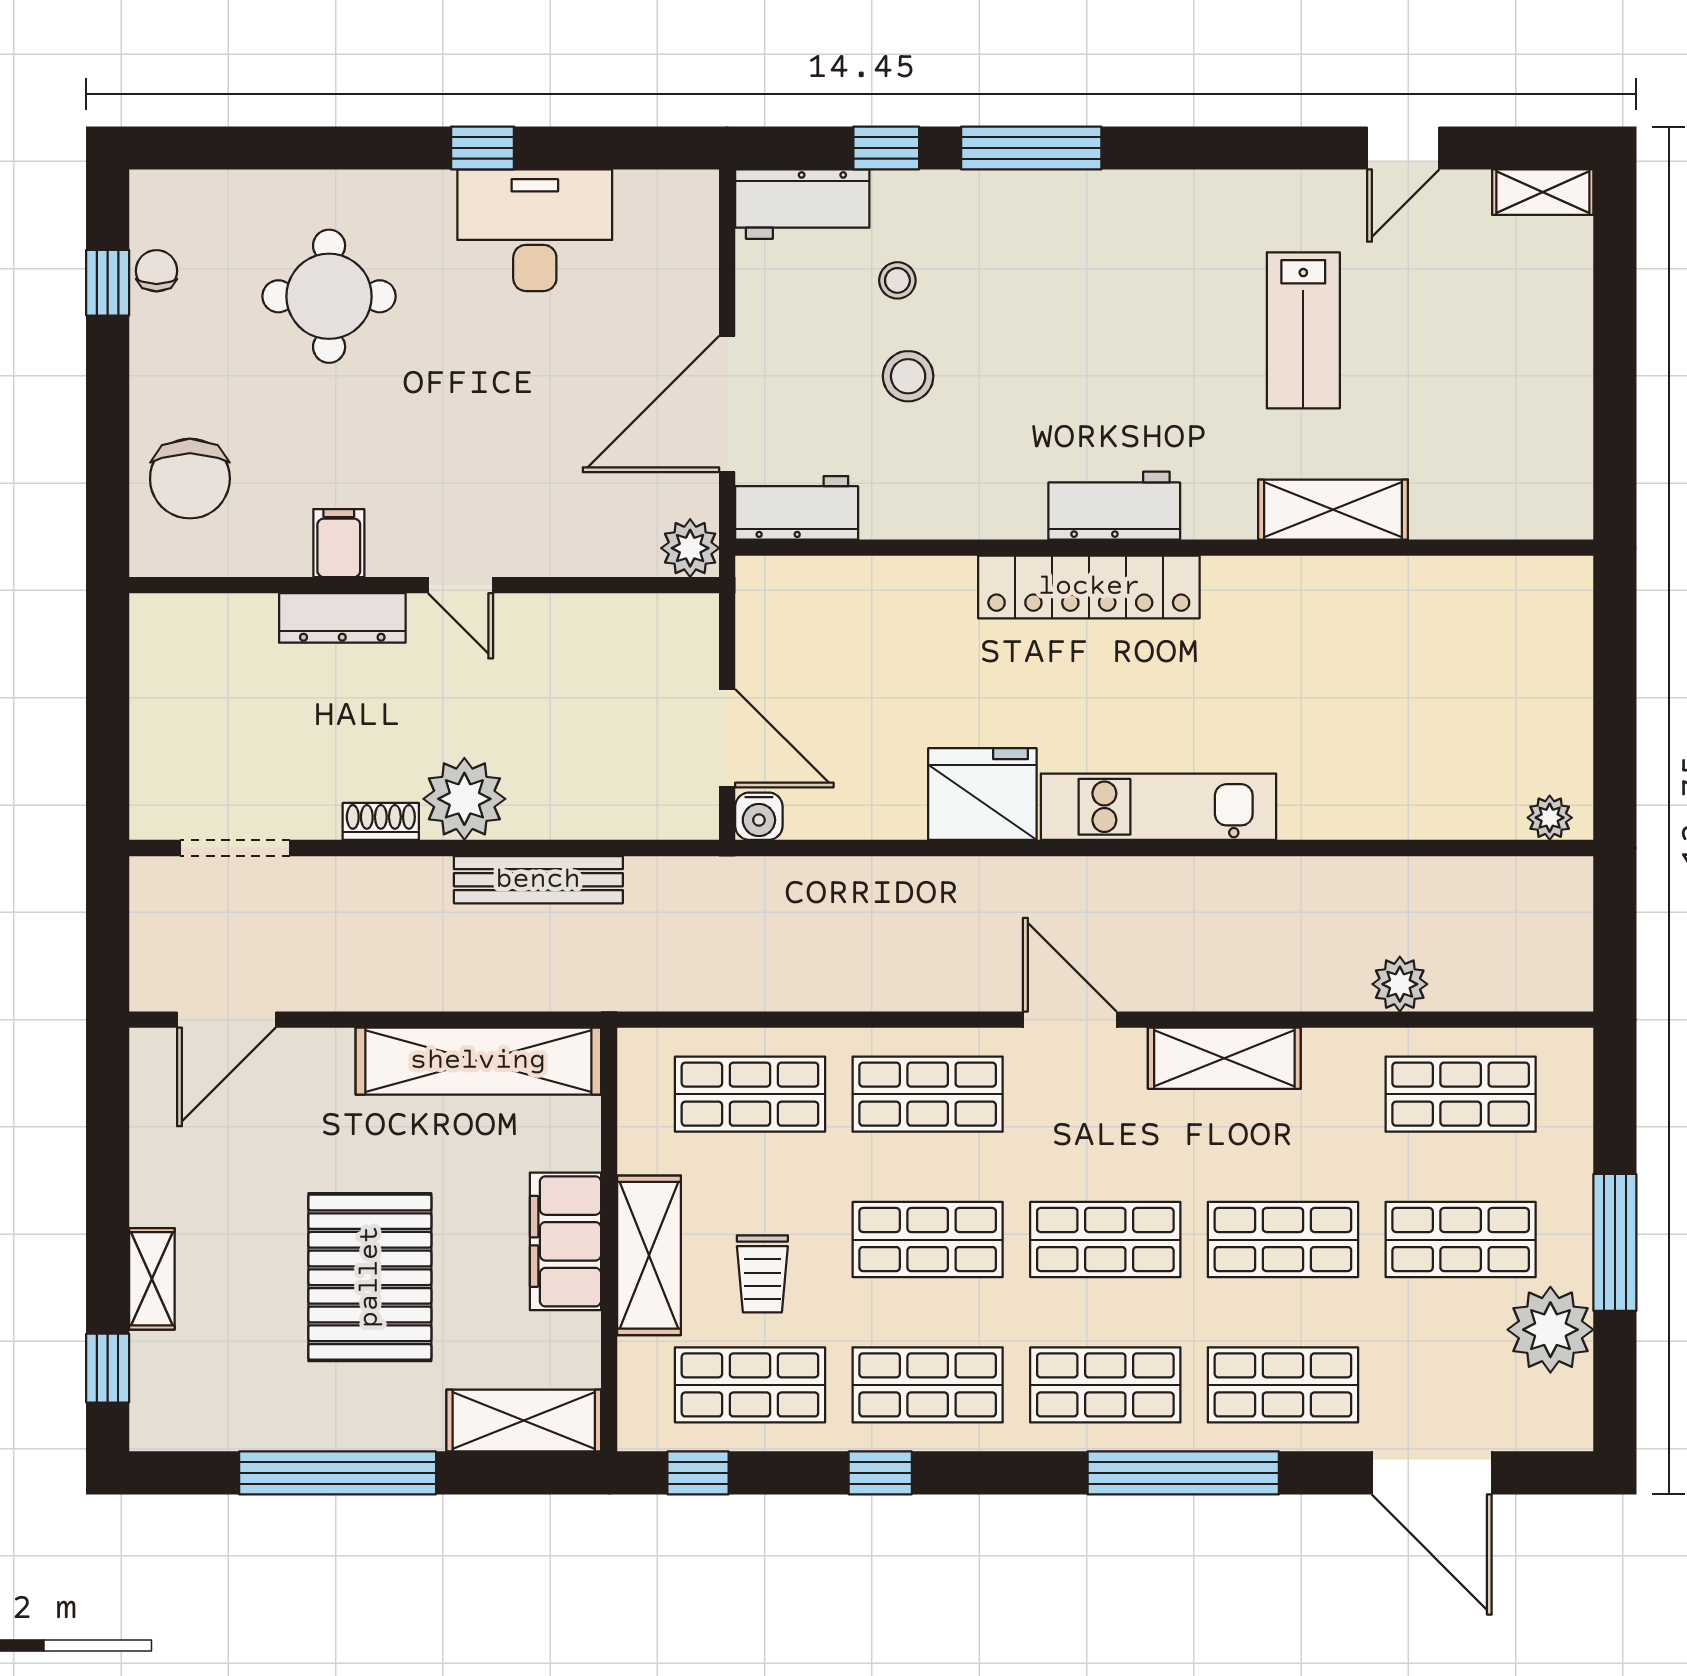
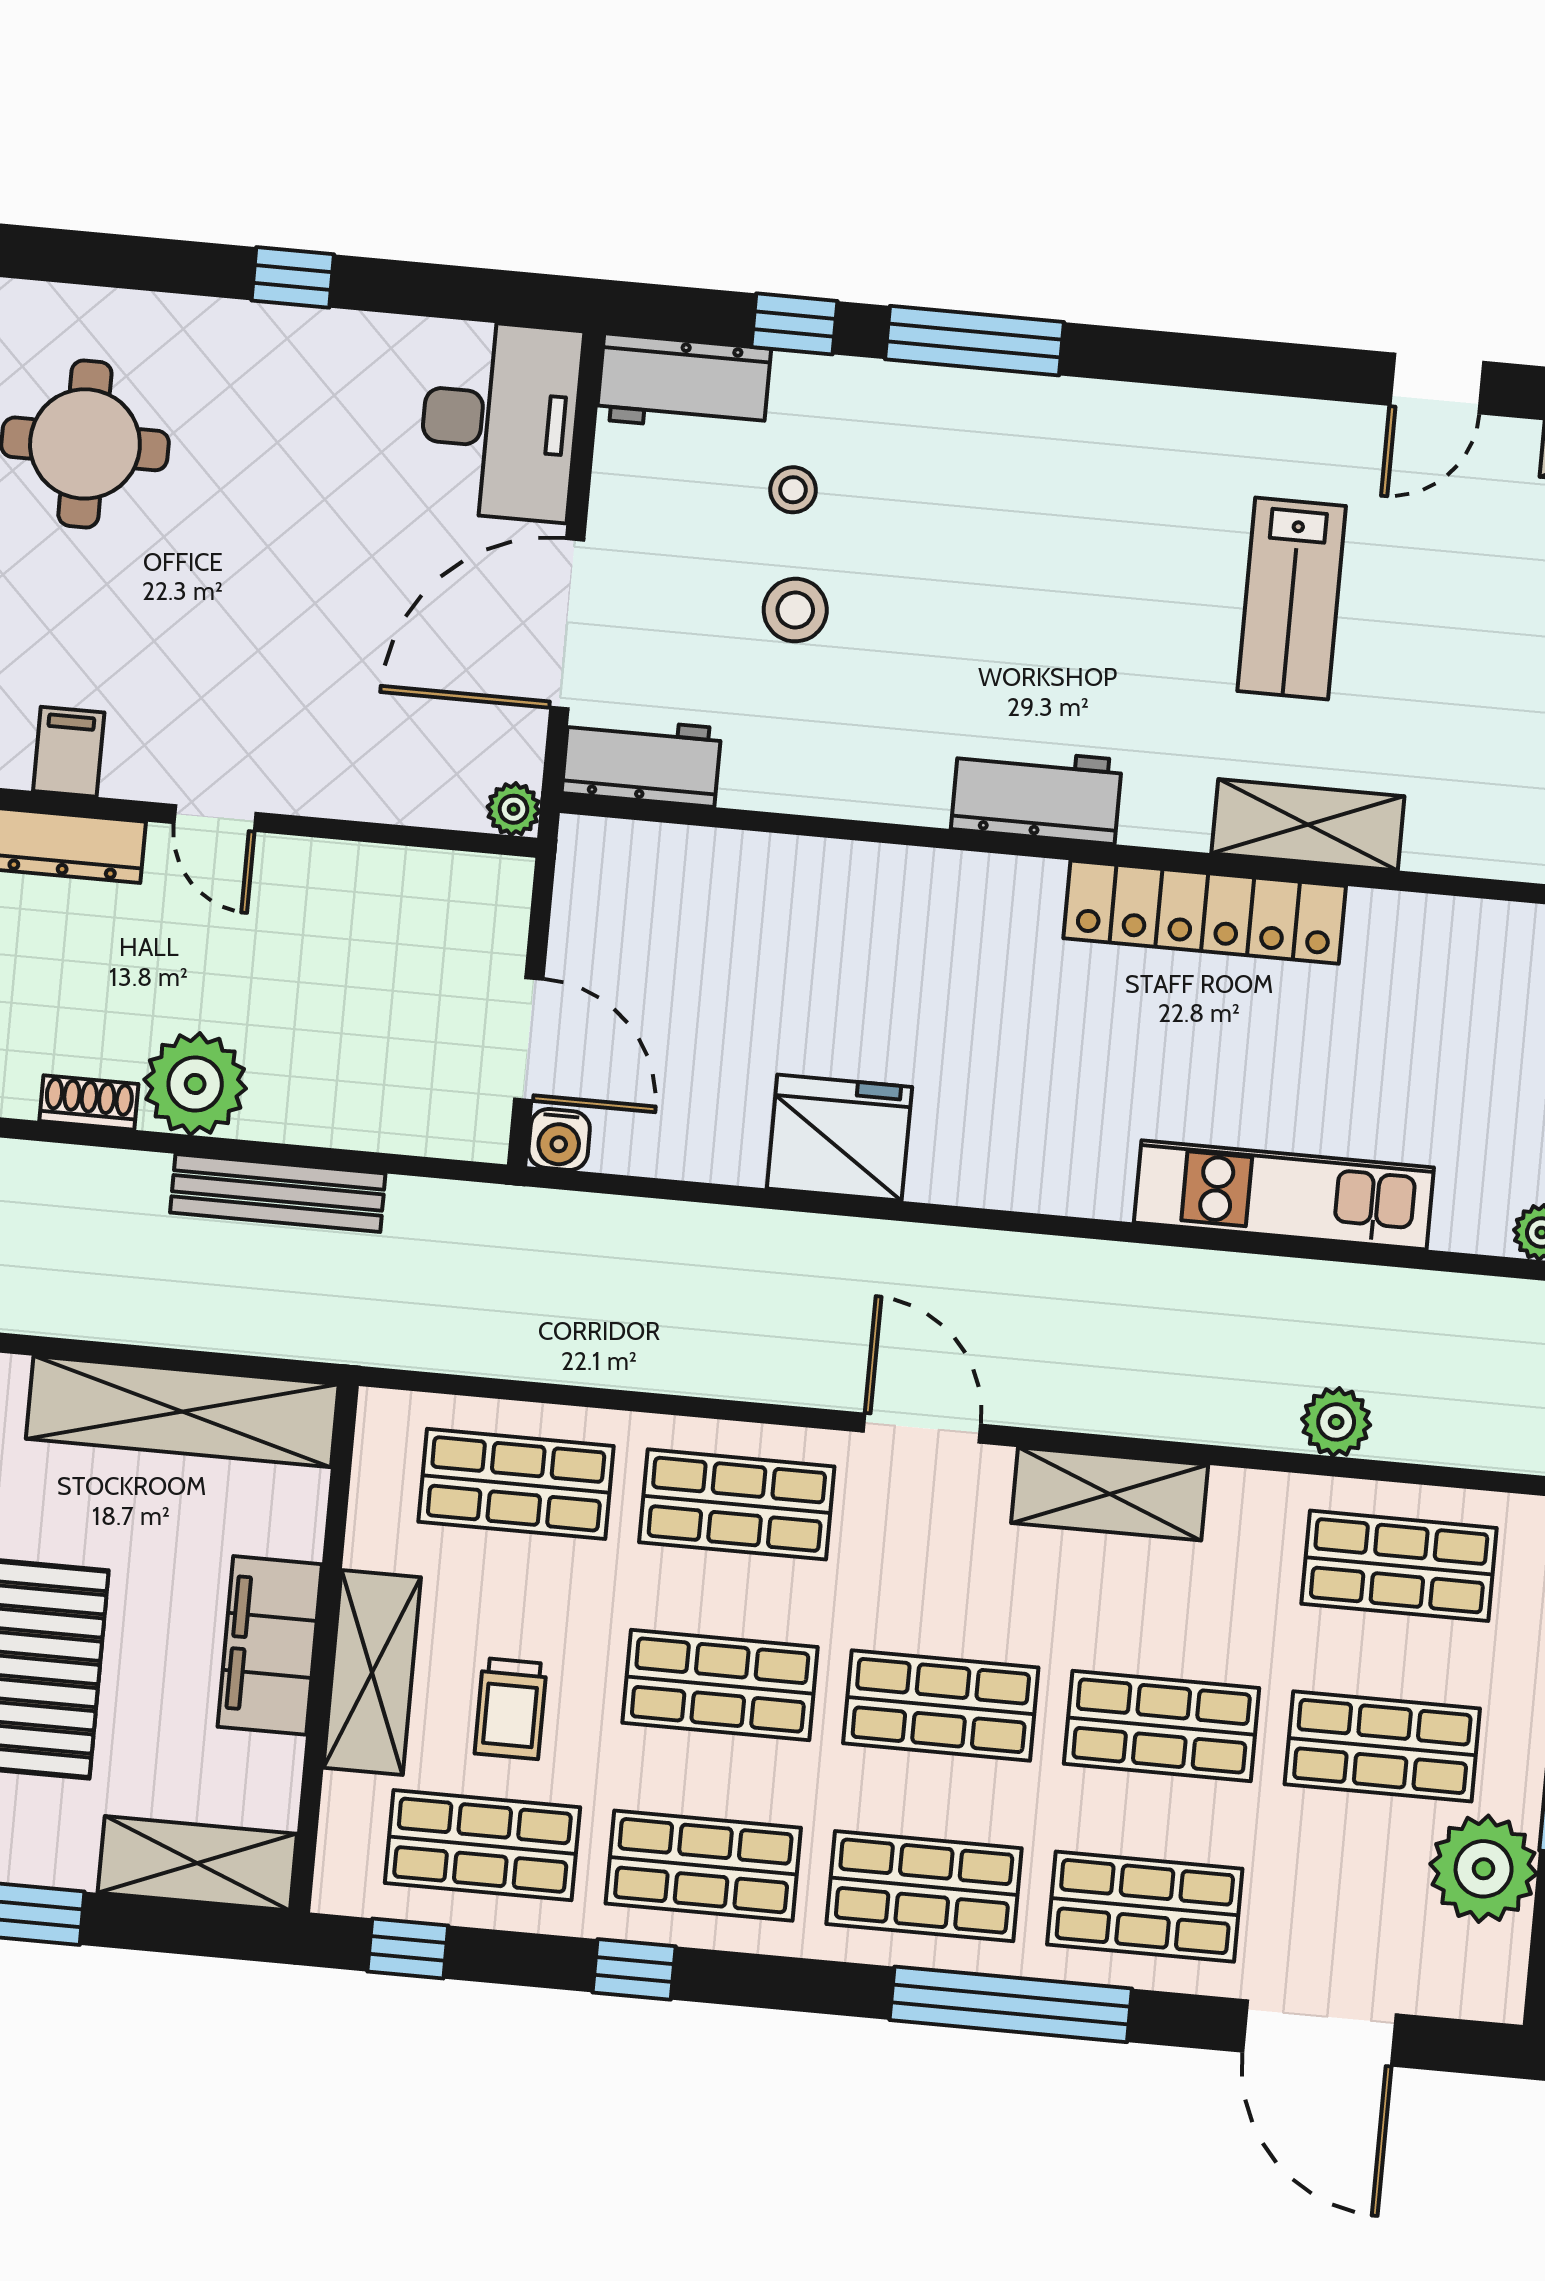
desk: (535, 230) -> (500, 420), moved, turned 90
plant: (690, 548) -> (513, 809), width x0.73, depth x0.73
locker: (1089, 587) -> (1205, 912), moved
kitchen unit: (1159, 807) -> (1284, 1195), moved

